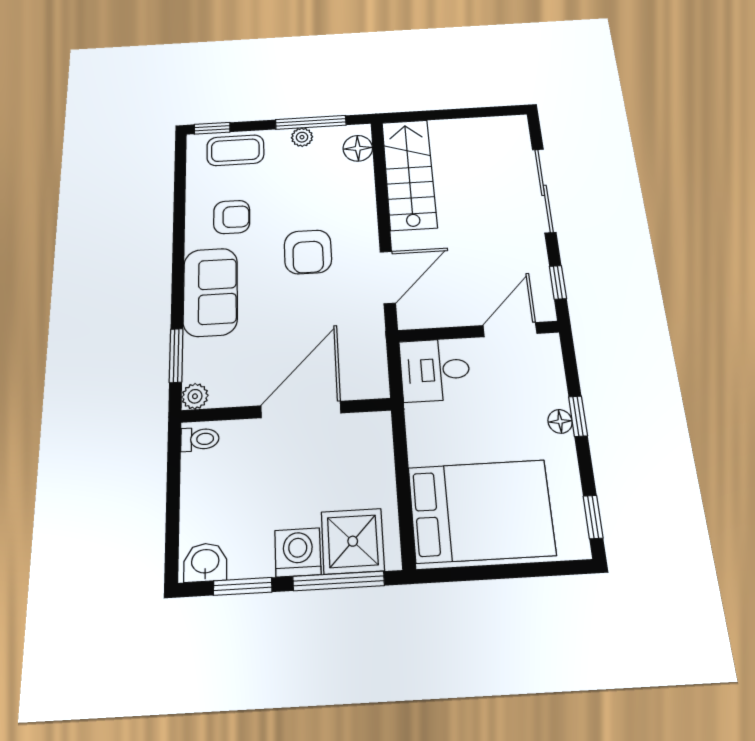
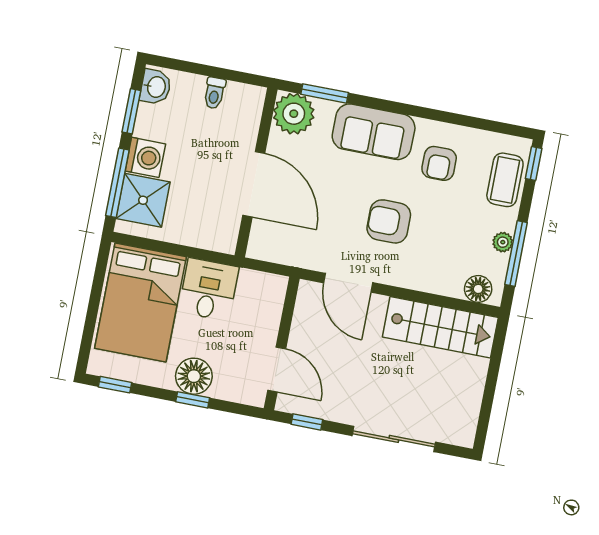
desk: (435, 370) -> (209, 289), moved
plant: (195, 396) -> (294, 114), width x1.88, depth x1.88
floor lamp: (560, 421) -> (194, 376), width x1.89, depth x1.89
toilet: (200, 439) -> (214, 93), moved

